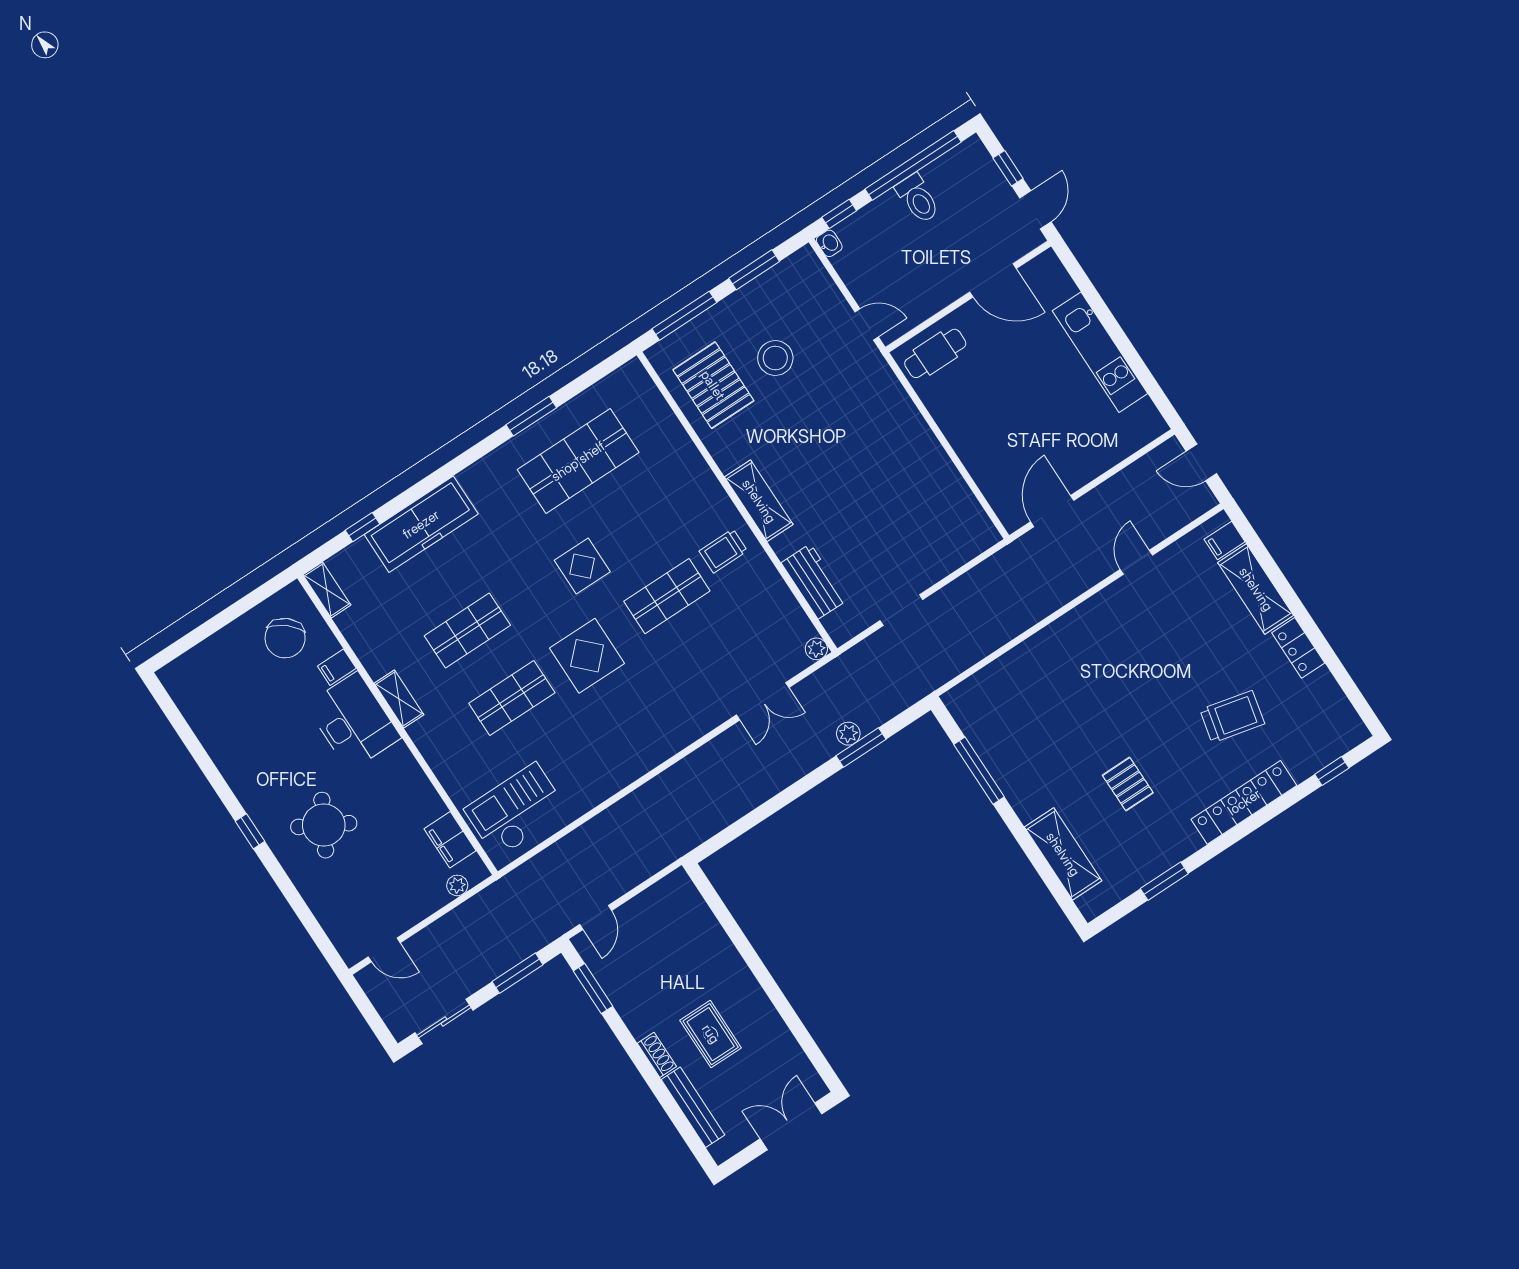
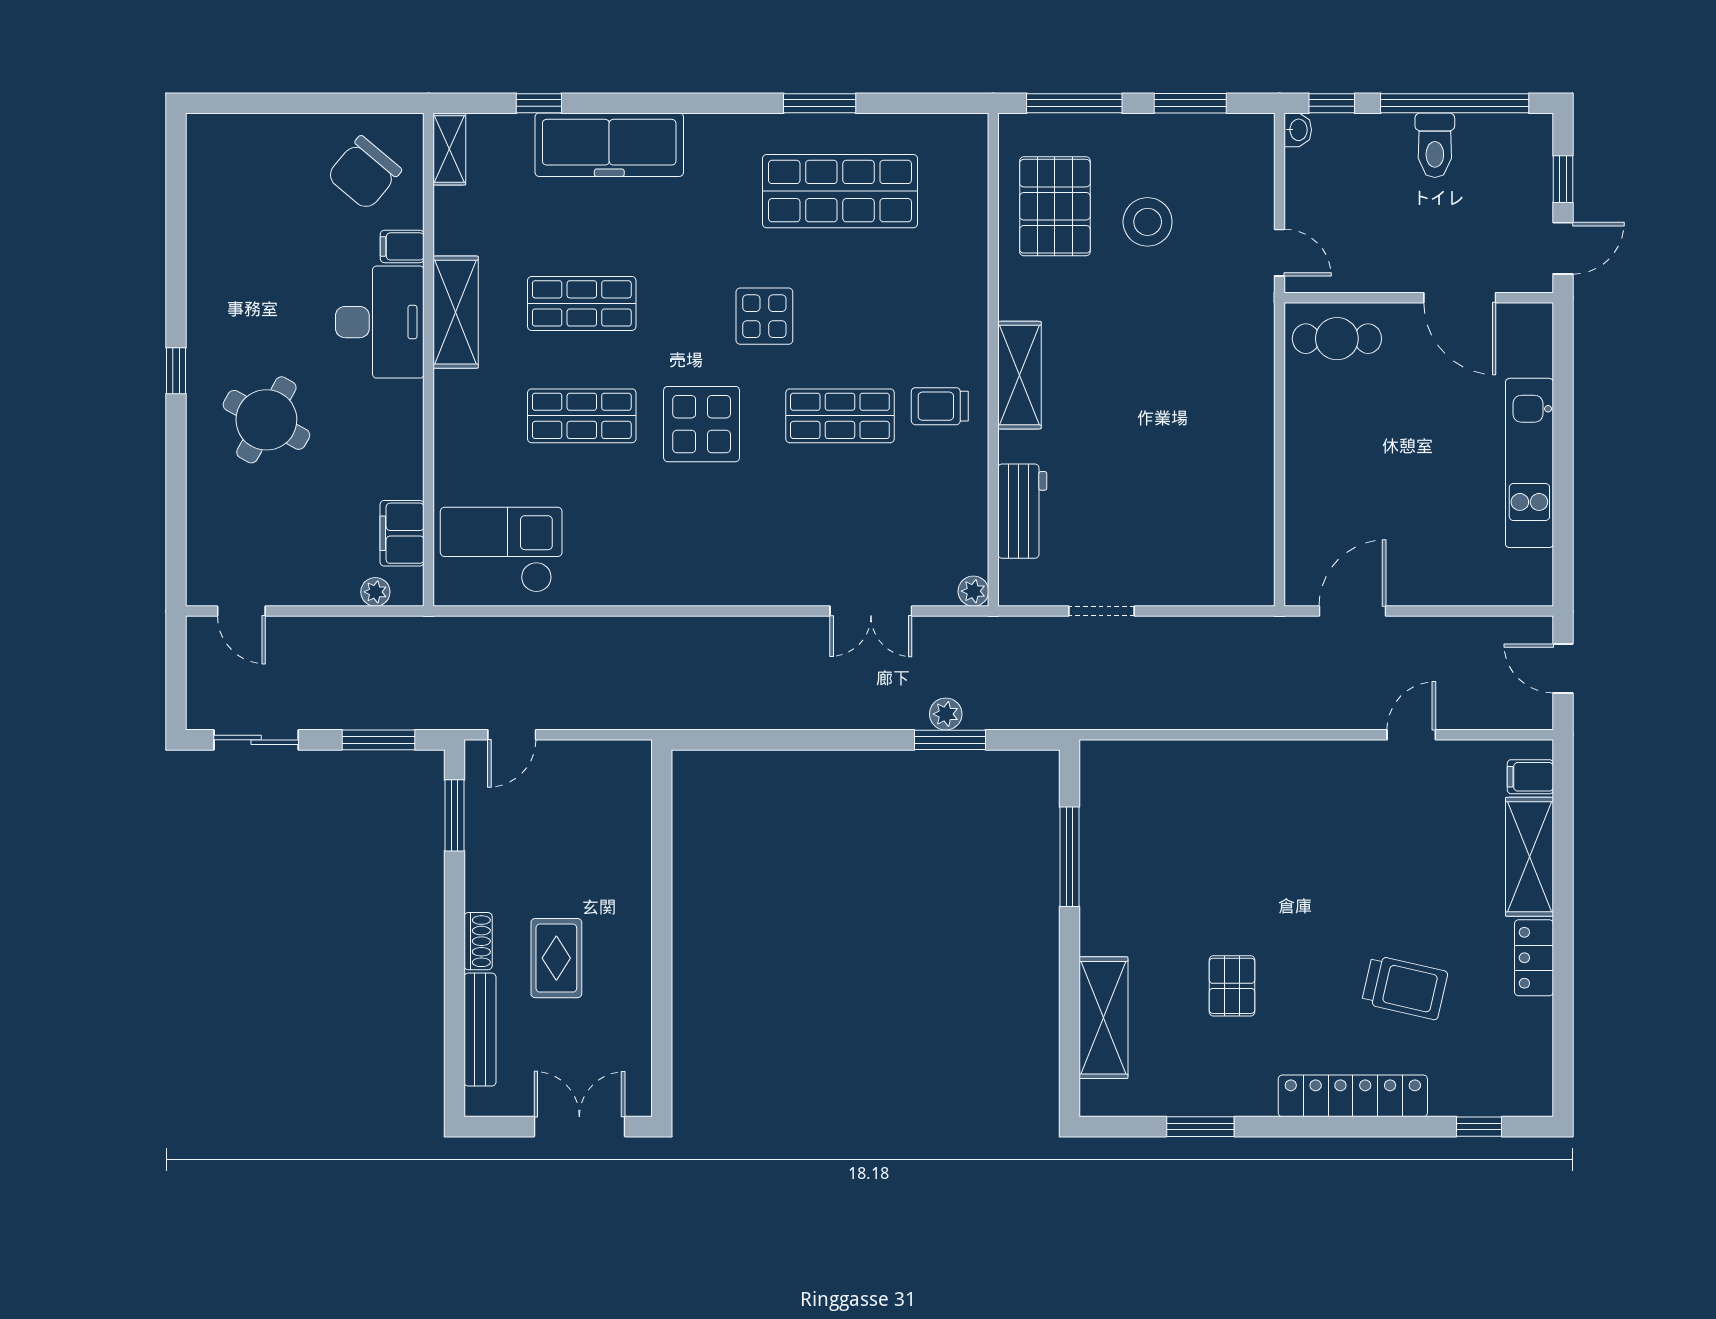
shelving: (399, 699) -> (456, 312), width x1.50, depth x1.33

